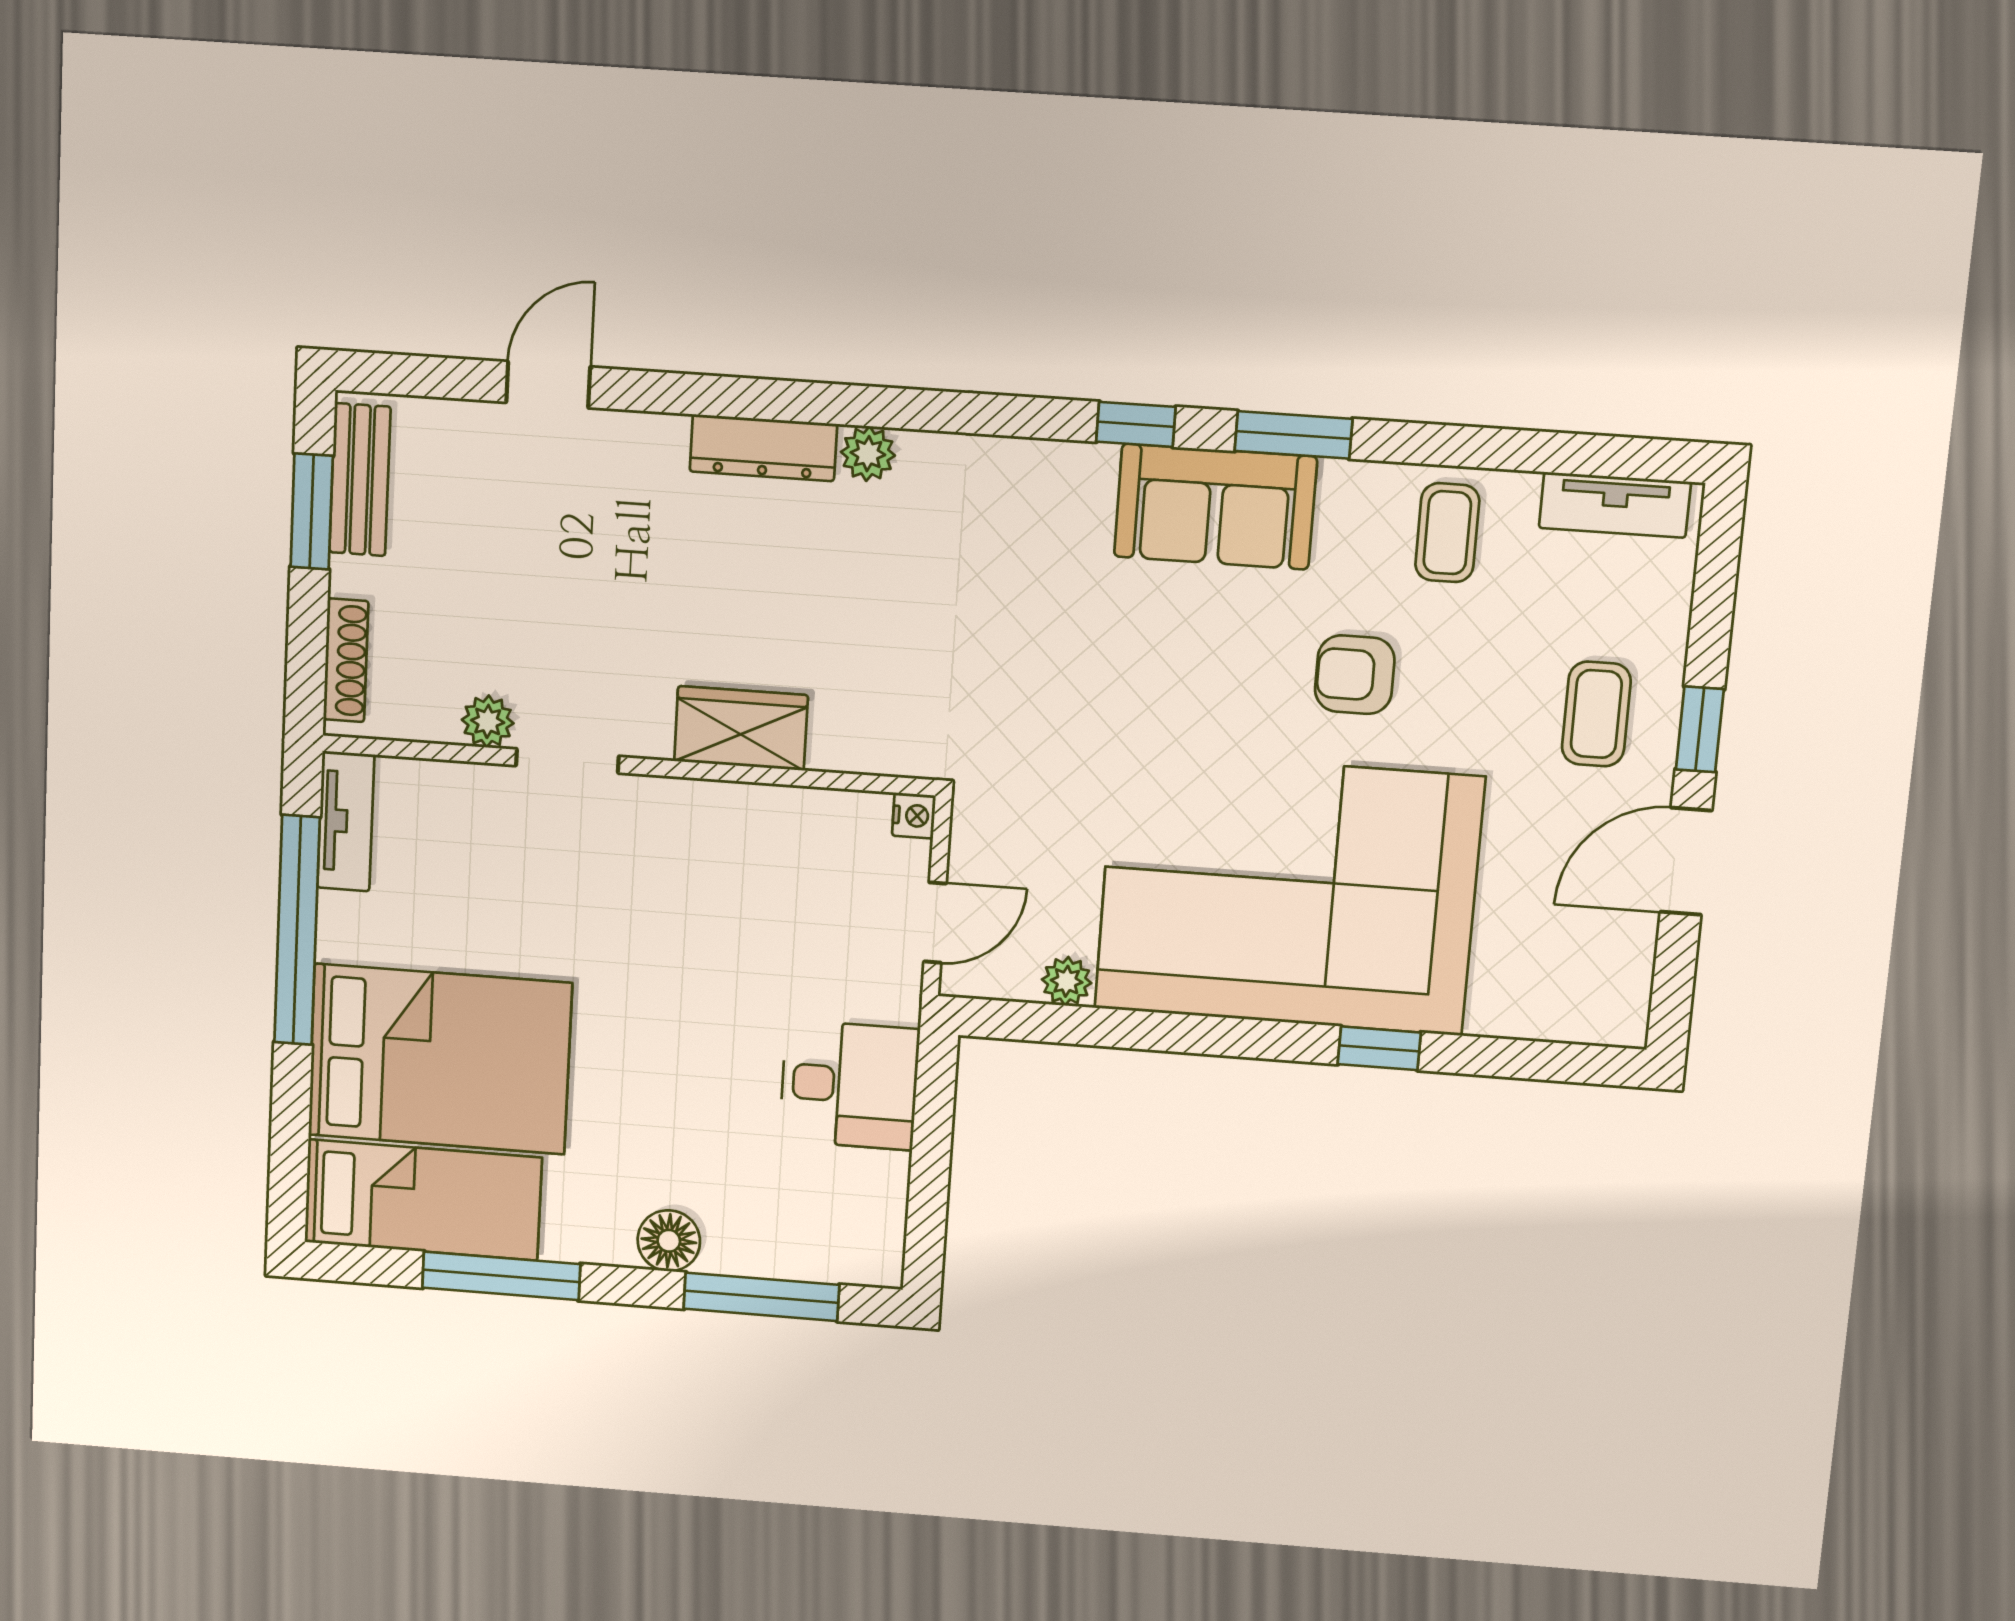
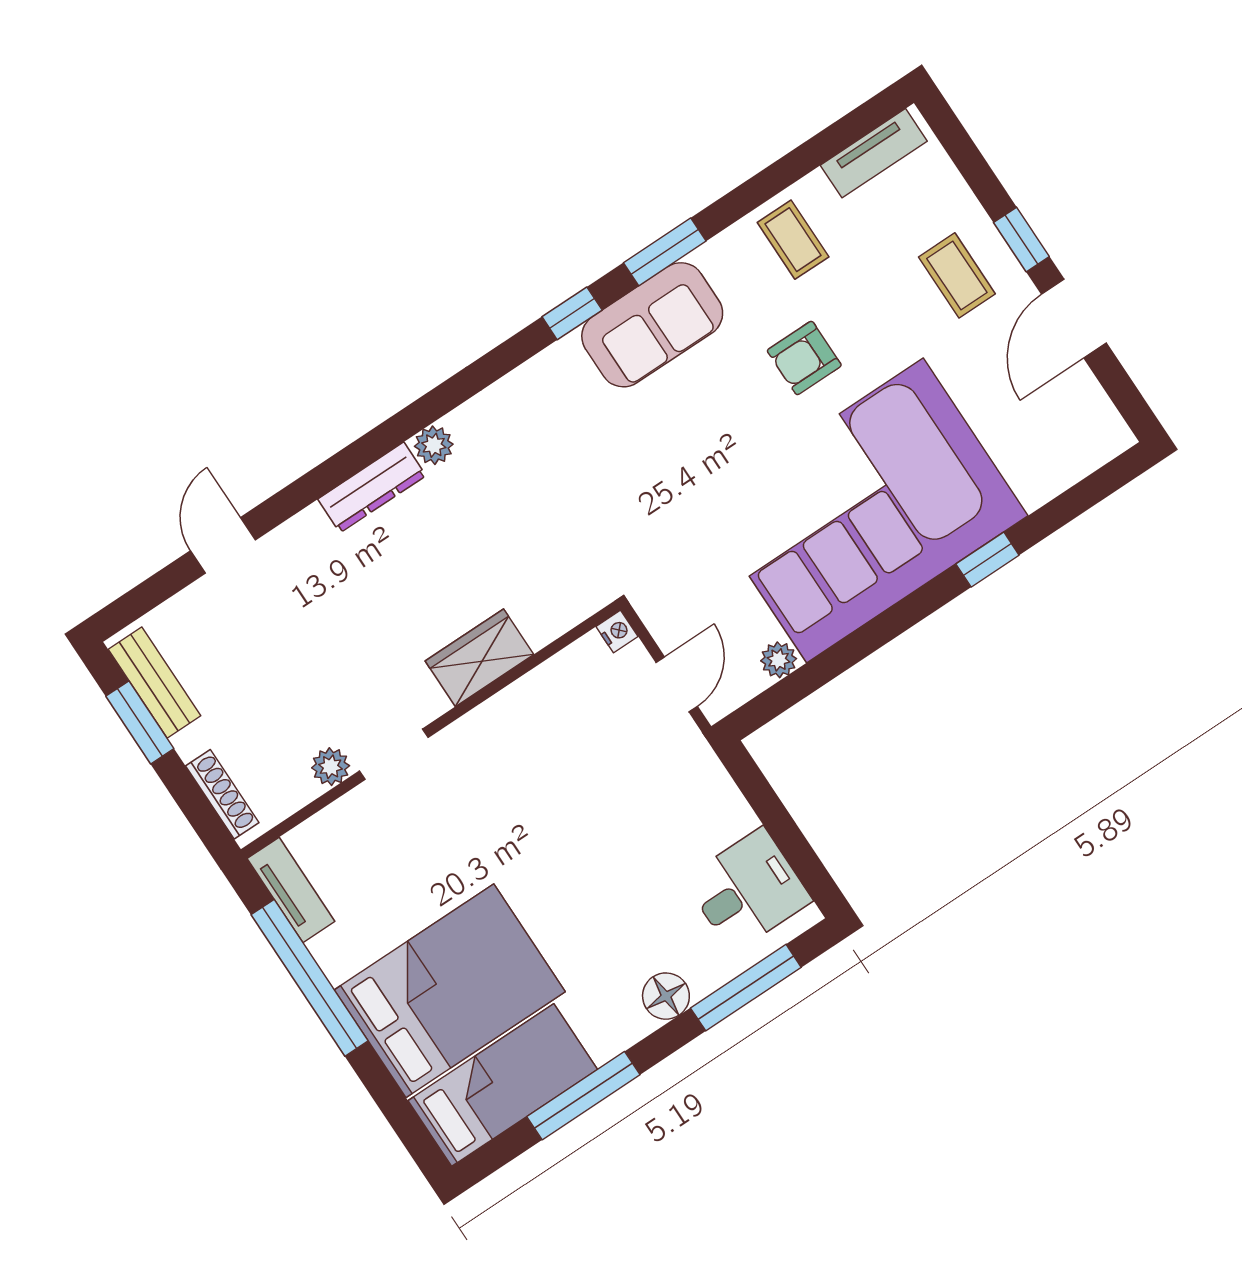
desk: (849, 1085) -> (748, 890), moved

